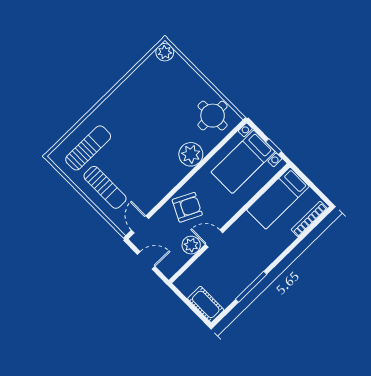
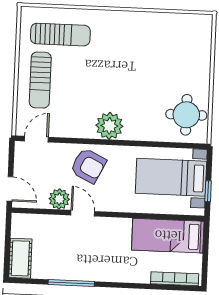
plant: (165, 52) -> (202, 24), removed
plant: (191, 154) -> (109, 126), moved
door: (146, 260) -> (10, 189), moved

